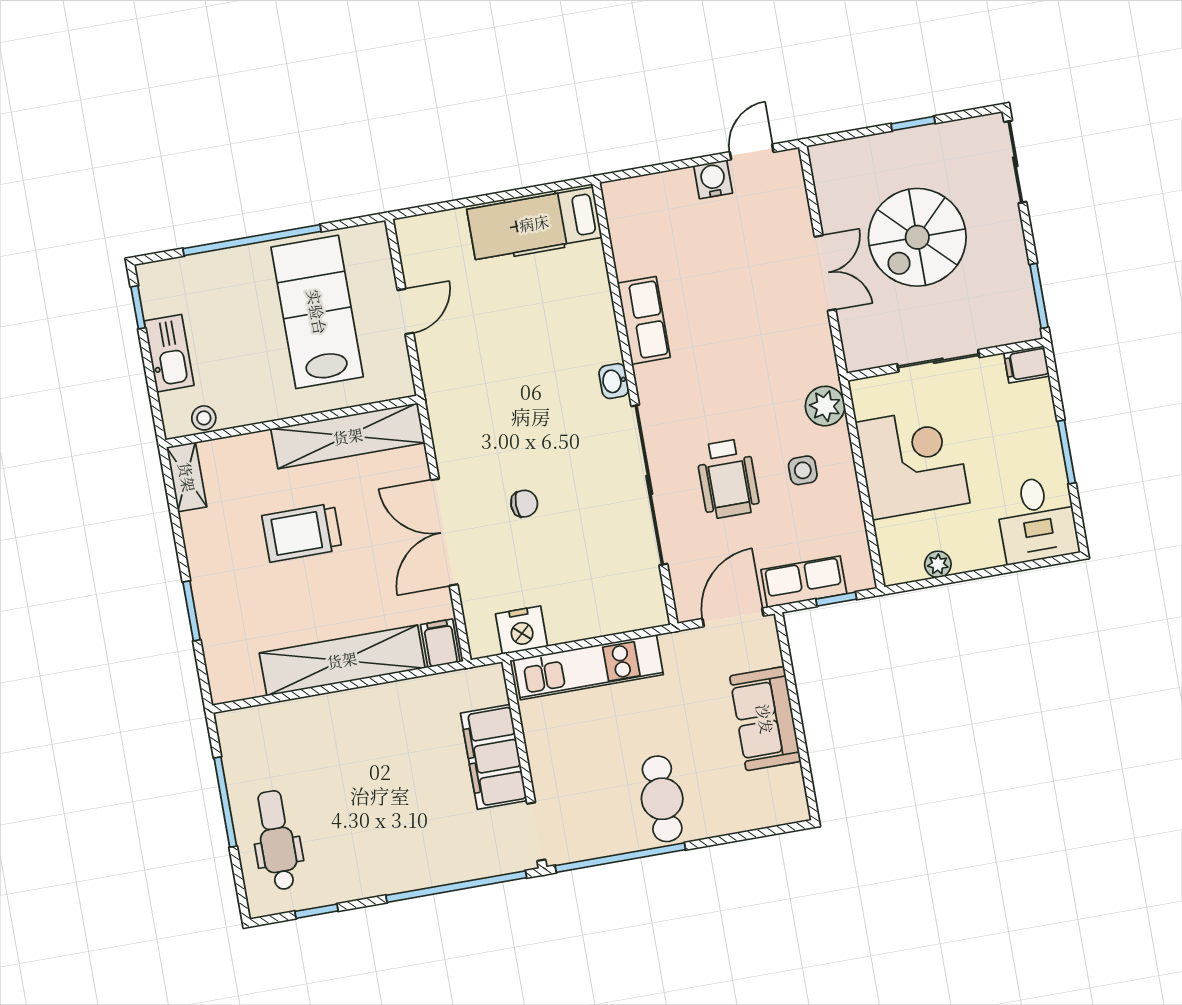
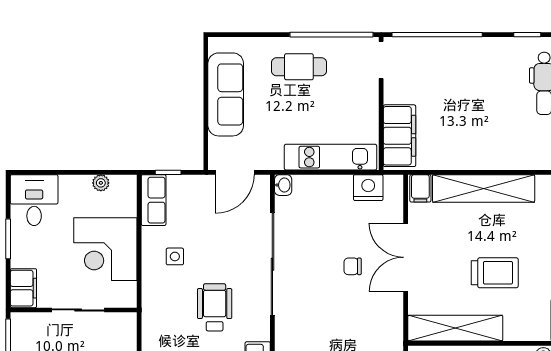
filing cabinet: (1027, 364) -> (23, 288), width x2.00
washbasin: (614, 381) -> (283, 185), moved
plant: (825, 406) -> (154, 294), removed
wheelchair: (728, 479) -> (215, 307), moved
double door: (444, 532) -> (406, 257), swing flipped
row of seats: (804, 582) -> (154, 200), moved, turned -90
sofa: (765, 719) -> (226, 94), width x1.36
filing cabinet: (494, 757) -> (400, 136), moved
cafe table: (662, 799) -> (299, 67), turned 90

